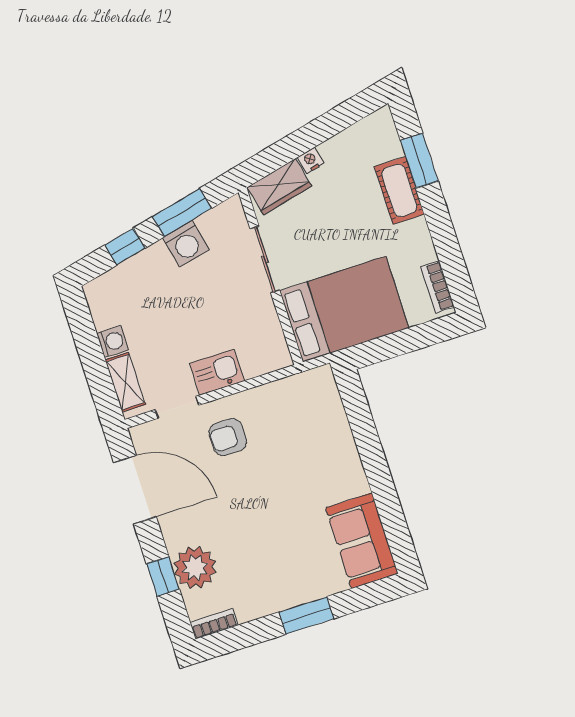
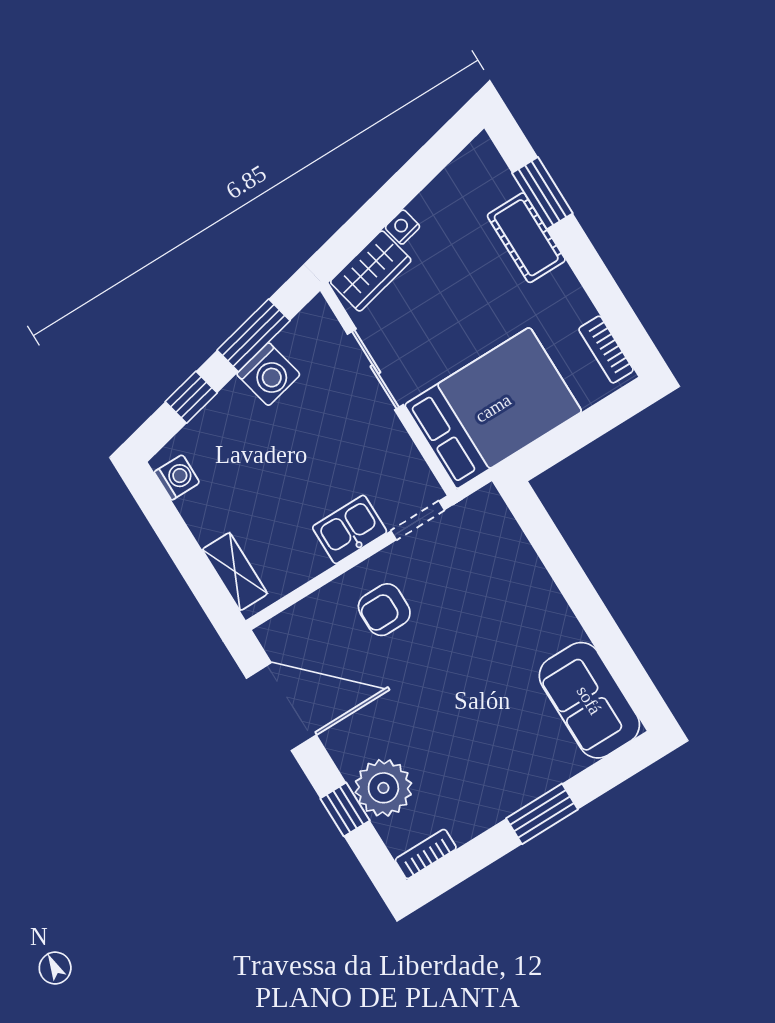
washing machine: (113, 342) -> (177, 477), moved
doorway: (177, 407) -> (418, 520), moved

